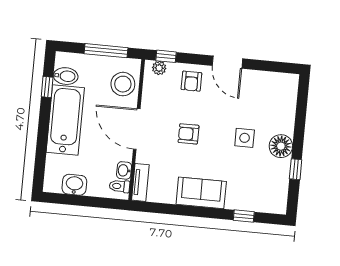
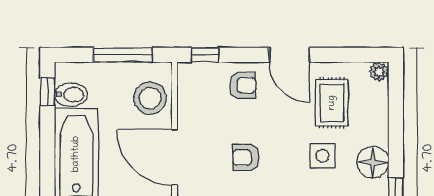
plant: (159, 68) -> (379, 72), moved
armchair: (191, 81) -> (243, 85), turned -90
window: (47, 87) -> (47, 91), moved
rug: (255, 100) -> (332, 103), added

